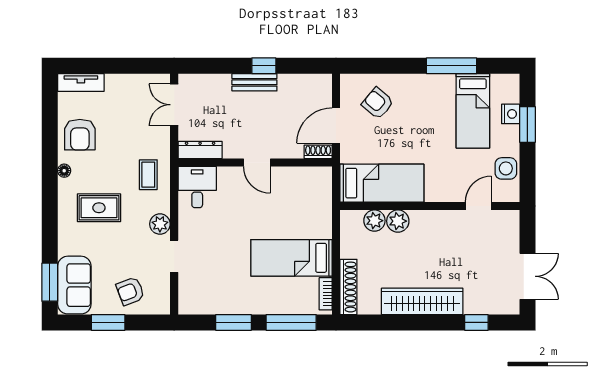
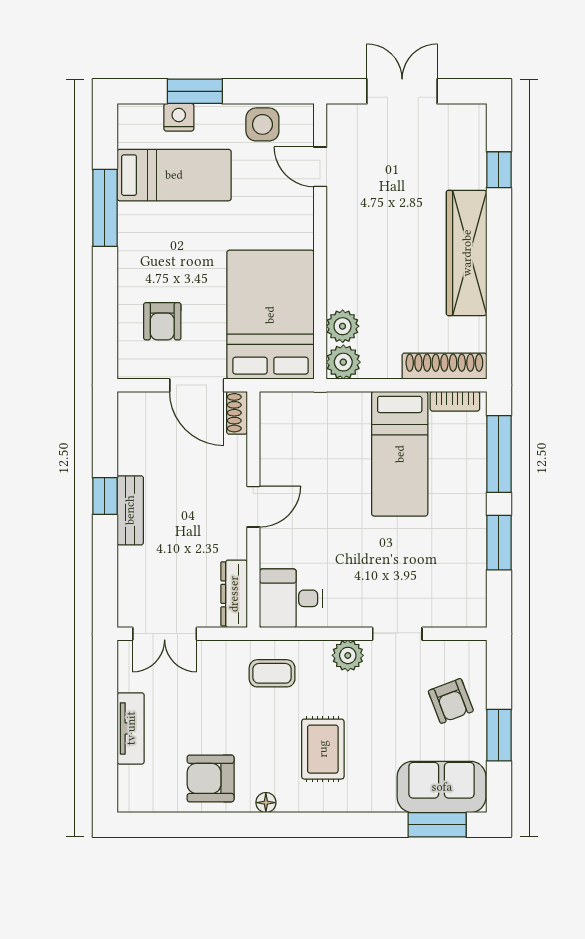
tv unit: (81, 83) -> (131, 728), moved
armchair: (378, 103) -> (162, 321), turned -40
armchair: (80, 135) -> (211, 778), turned 180
bed: (382, 183) -> (270, 315), width x1.50
plant: (398, 221) -> (343, 362), moved
double door: (527, 276) -> (402, 91), moved

